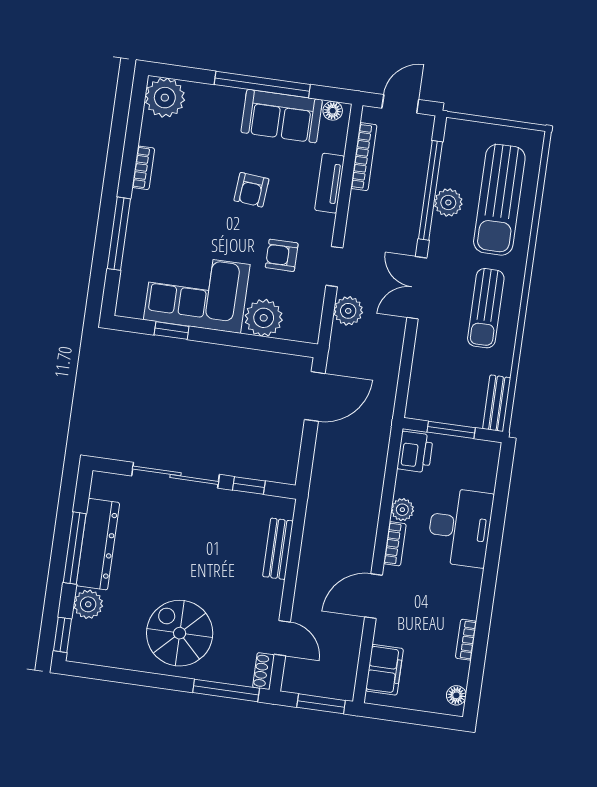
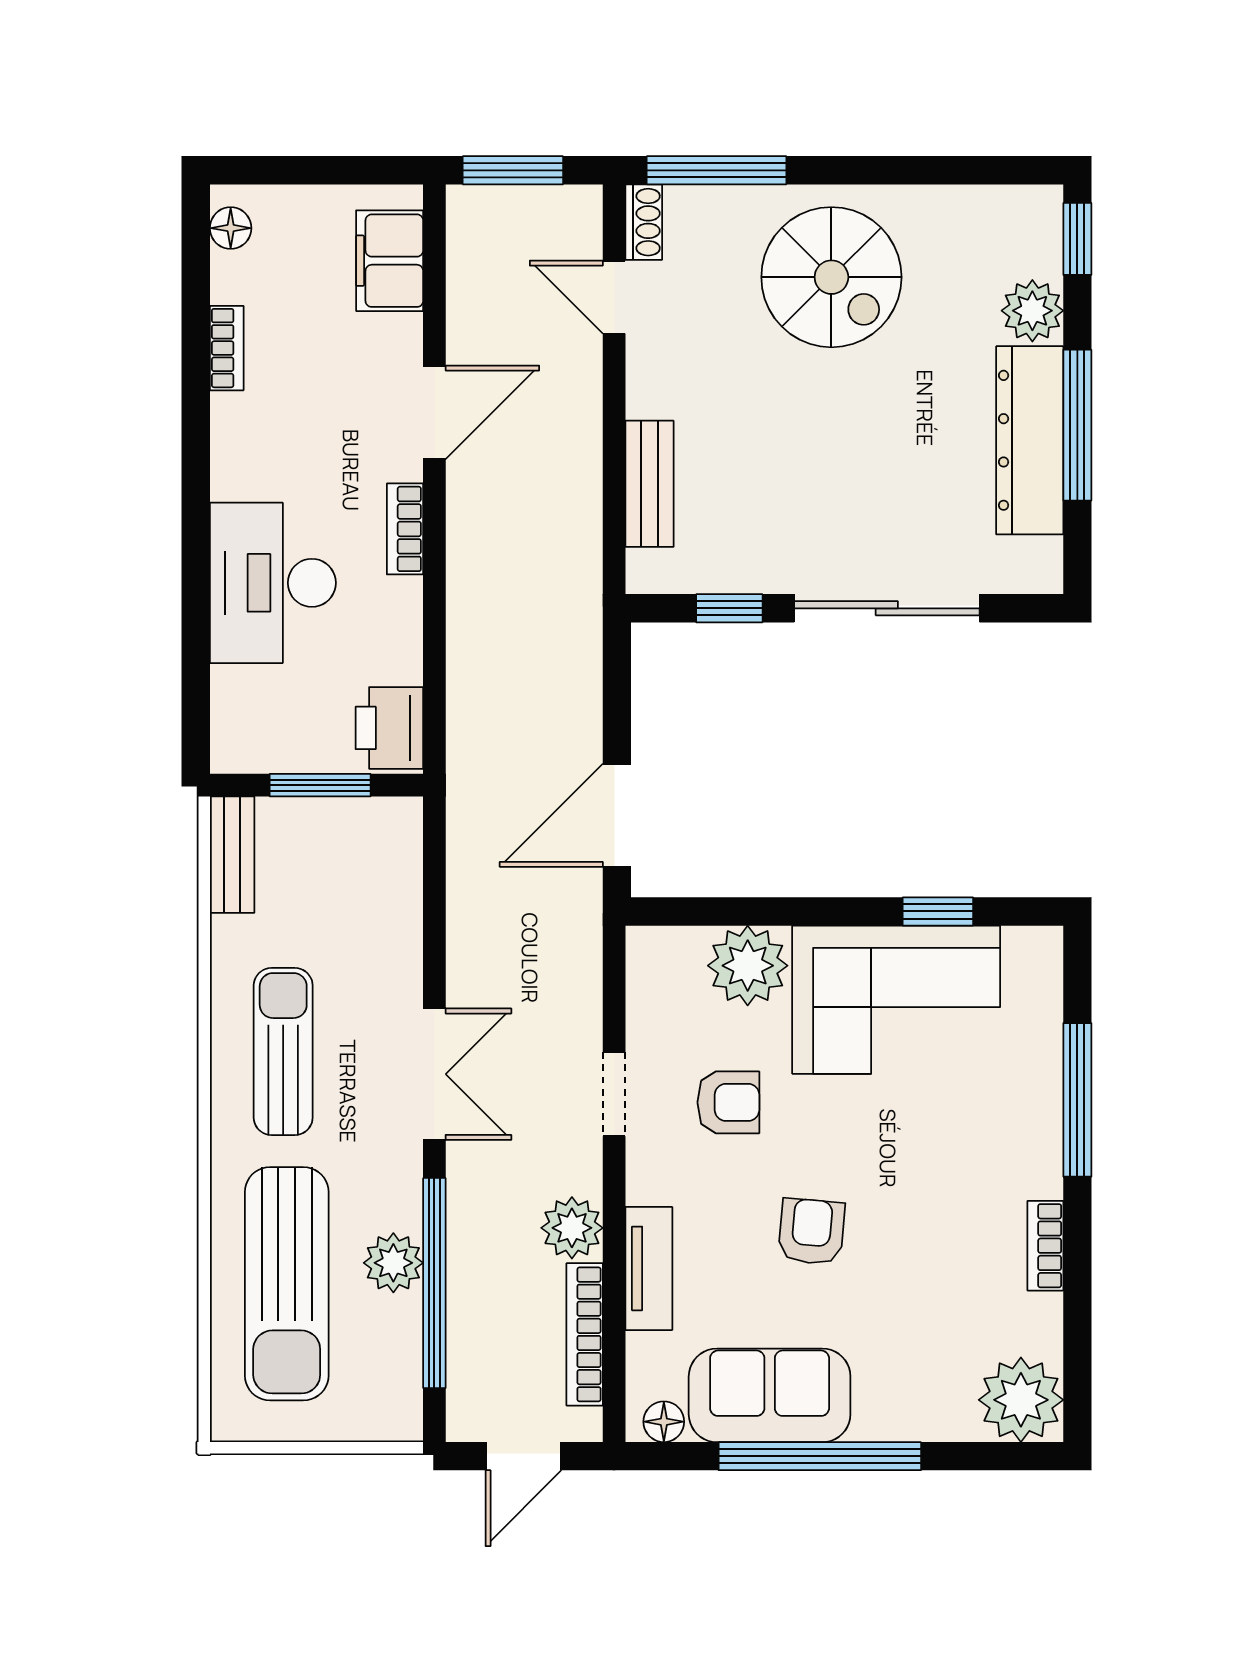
sun lounger: (499, 200) -> (287, 1284), turned 180
plant: (348, 311) -> (572, 1228), moved
plant: (402, 510) -> (399, 603), removed

